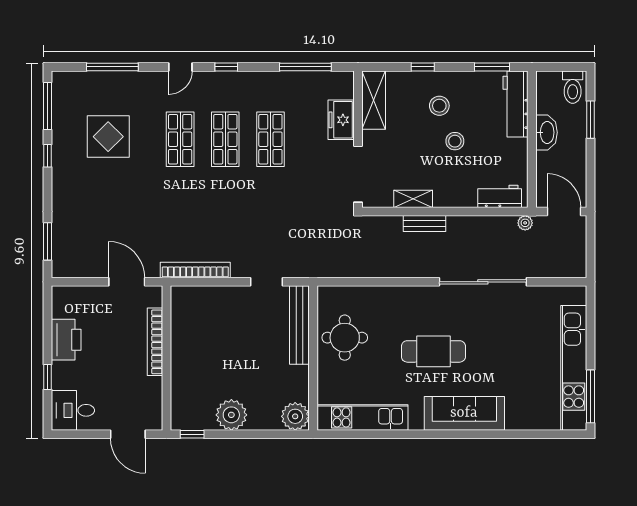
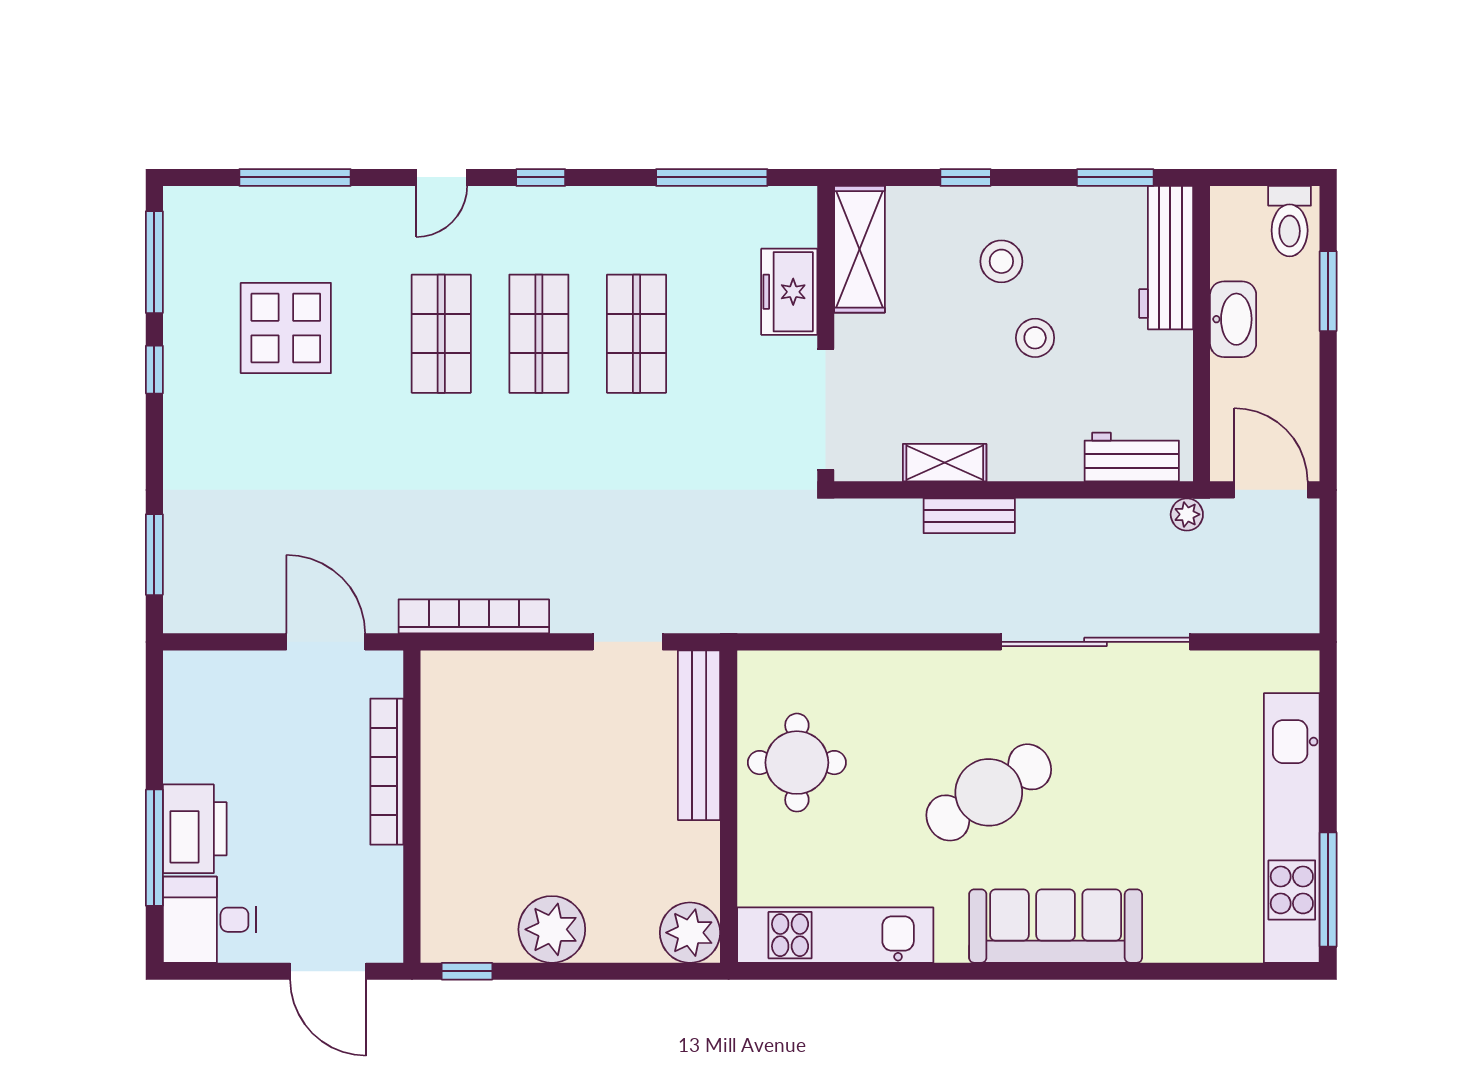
printer: (66, 340) -> (195, 829), moved
cafe table: (433, 351) -> (989, 792), turned -32
window: (47, 377) -> (154, 848), width x2.17

